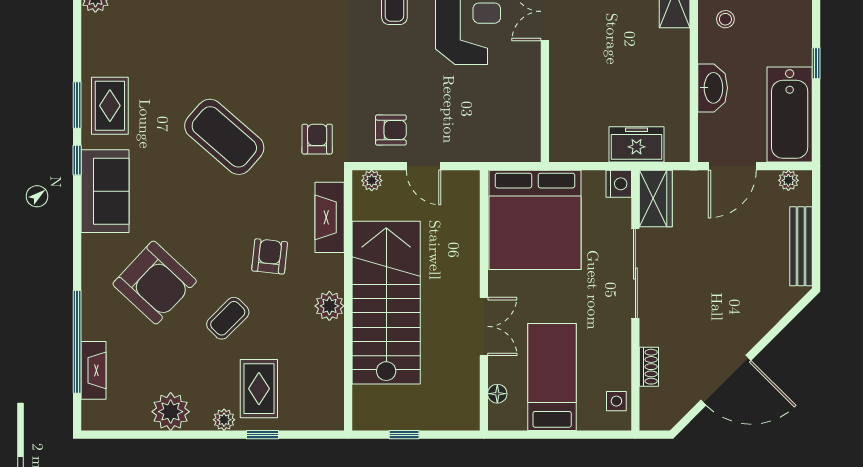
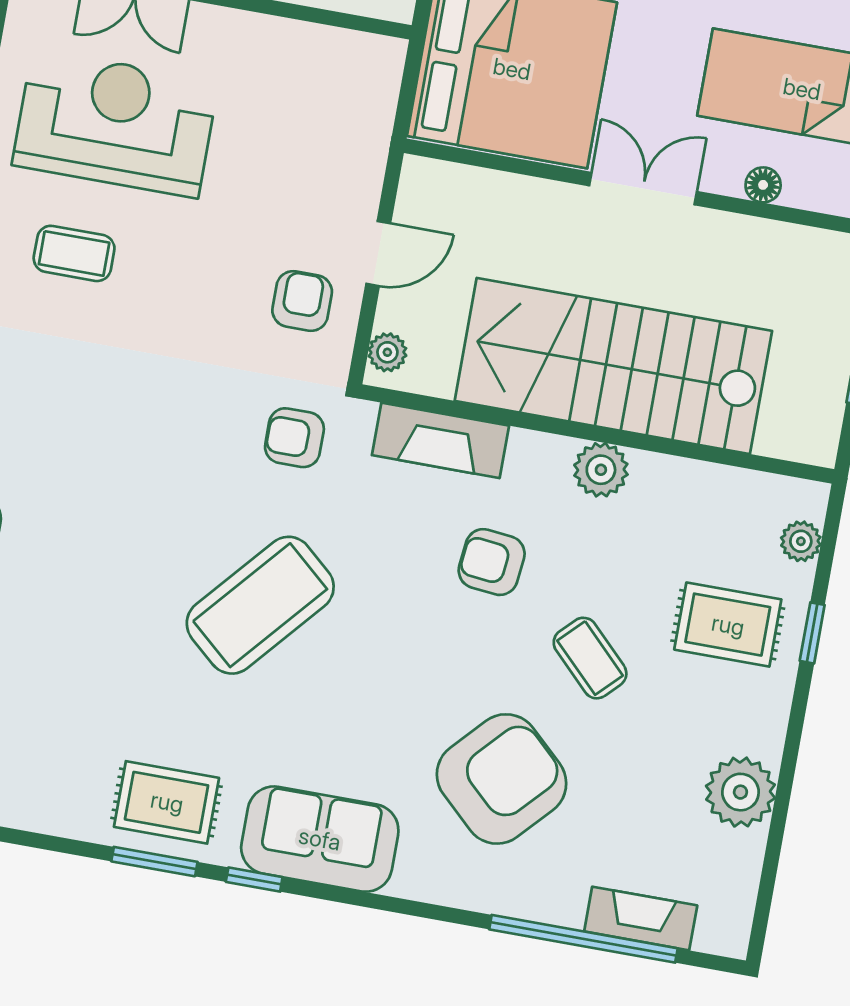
double door: (484, 326) -> (643, 189), moved
floor lamp: (497, 394) -> (763, 185), moved
plant: (224, 420) -> (801, 541), moved

